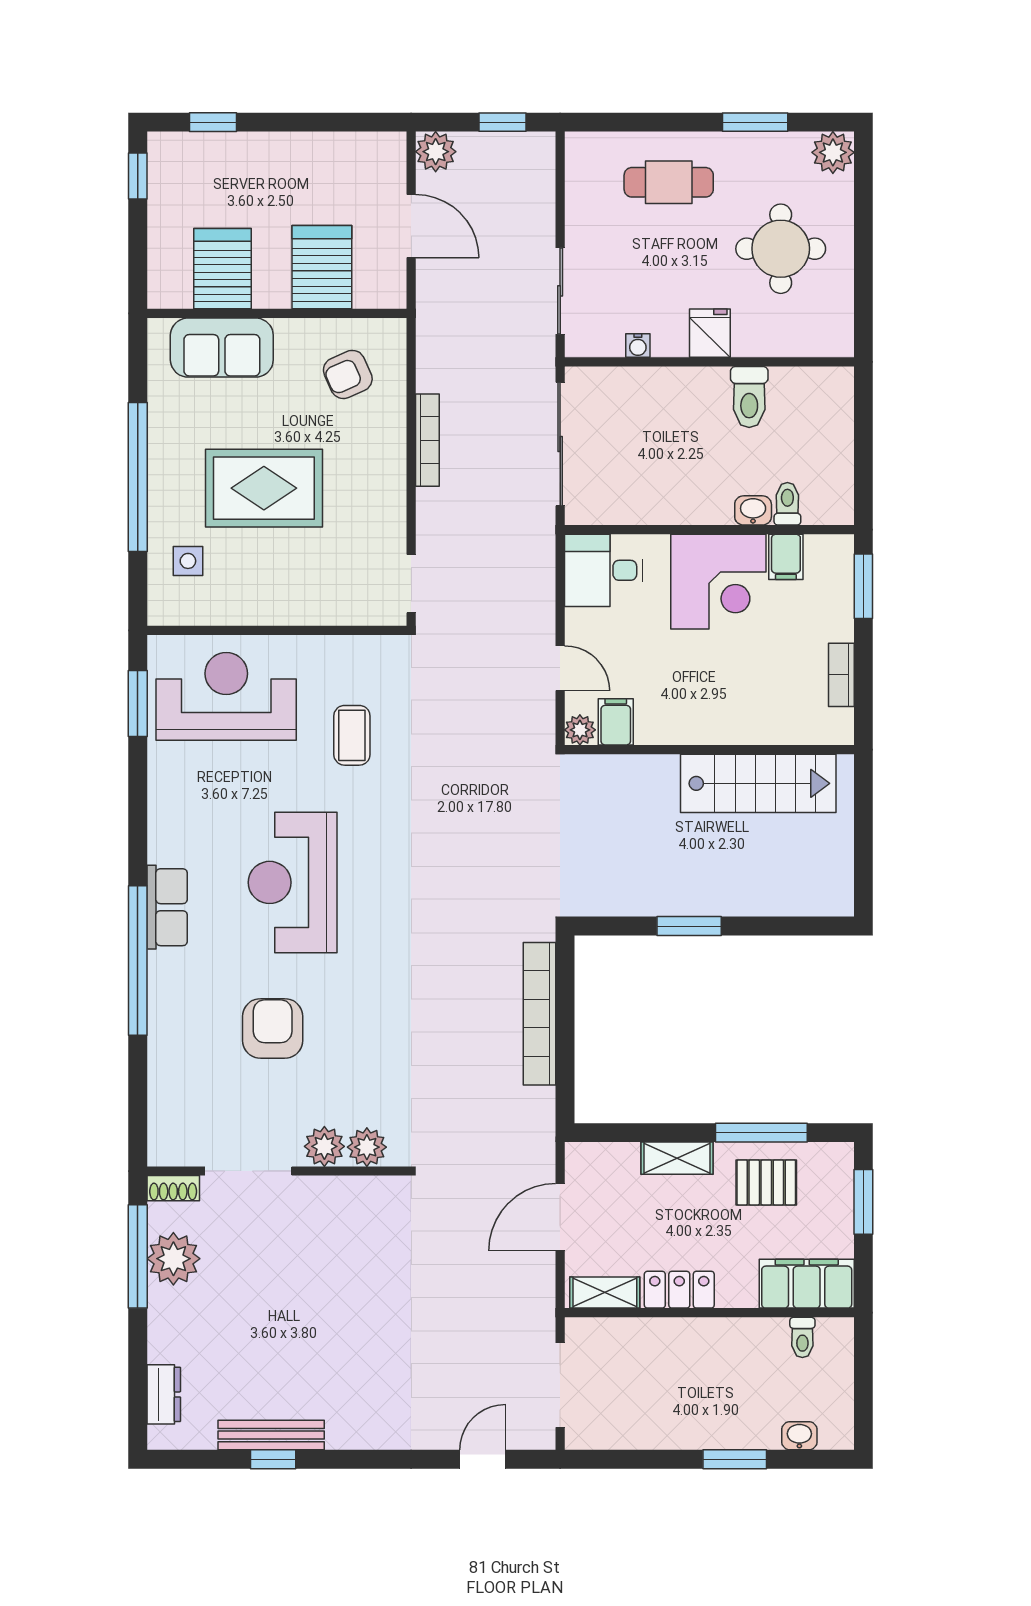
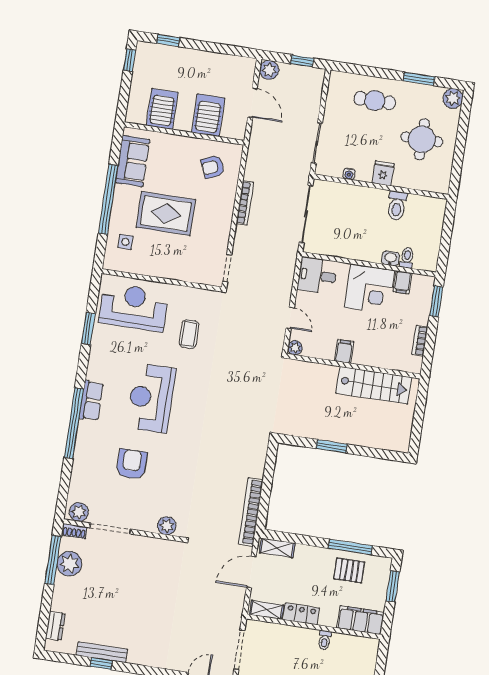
sofa: (222, 348) -> (132, 161), moved, turned -90
window: (138, 704) -> (88, 328), moved
filing cabinet: (616, 722) -> (344, 351), moved
bookcase: (540, 1014) -> (251, 512), moved
plant: (324, 1146) -> (79, 512), moved
shelving: (677, 1158) -> (277, 548), moved
toilet: (802, 1337) -> (324, 640), moved

